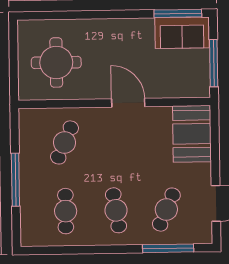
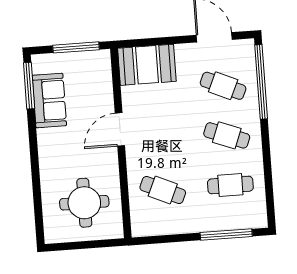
sofa: (182, 33) -> (49, 101), moved
window: (15, 180) -> (226, 235), moved
cafe table: (116, 210) -> (227, 135), turned 30
window: (168, 248) -> (261, 82), width x1.46

